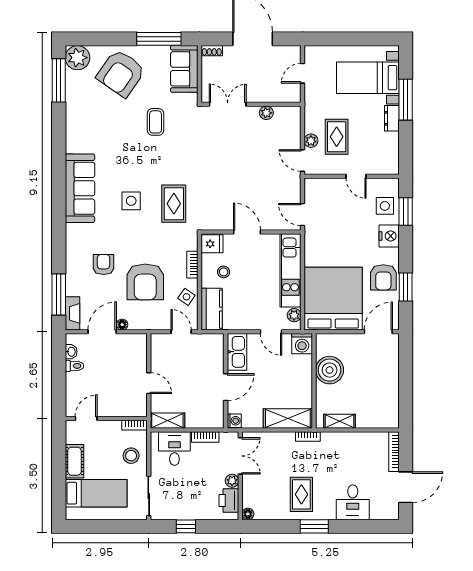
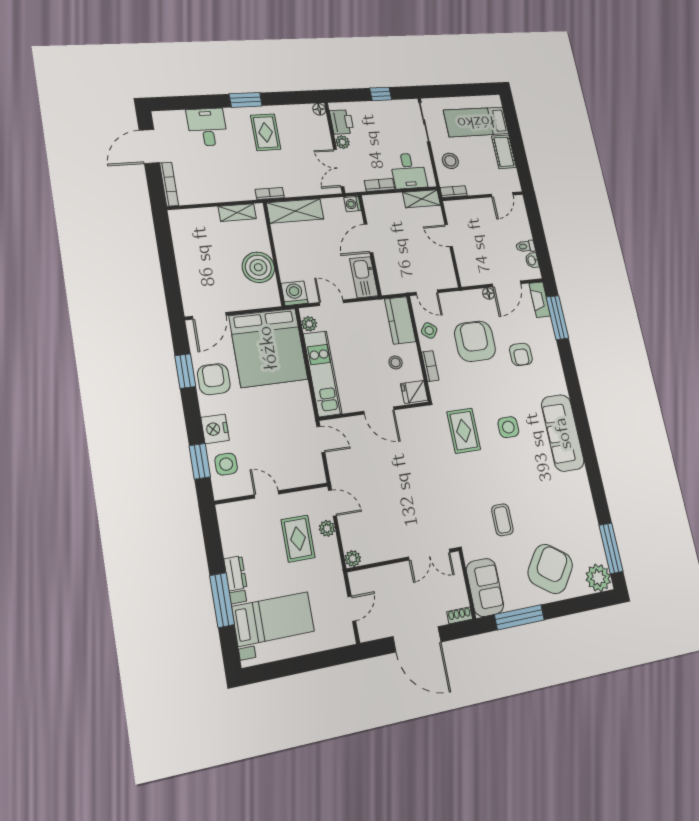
plant: (266, 113) -> (353, 559), moved

